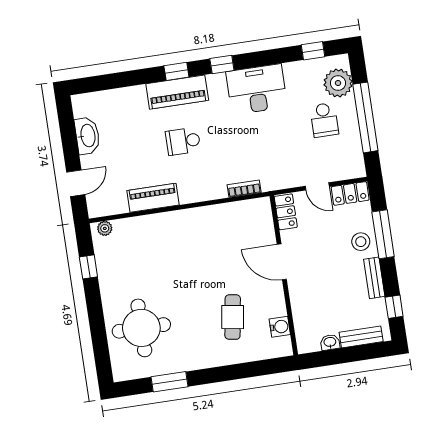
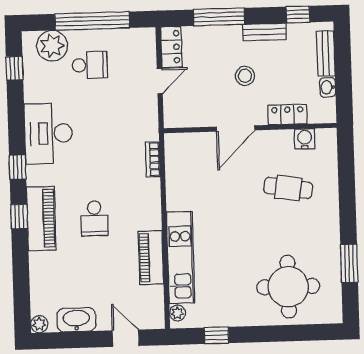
plant: (79, 102) -> (39, 324), added
locker: (286, 212) -> (287, 115), moved
kitchen unit: (156, 225) -> (181, 257), added
stool: (361, 242) -> (245, 76), moved

